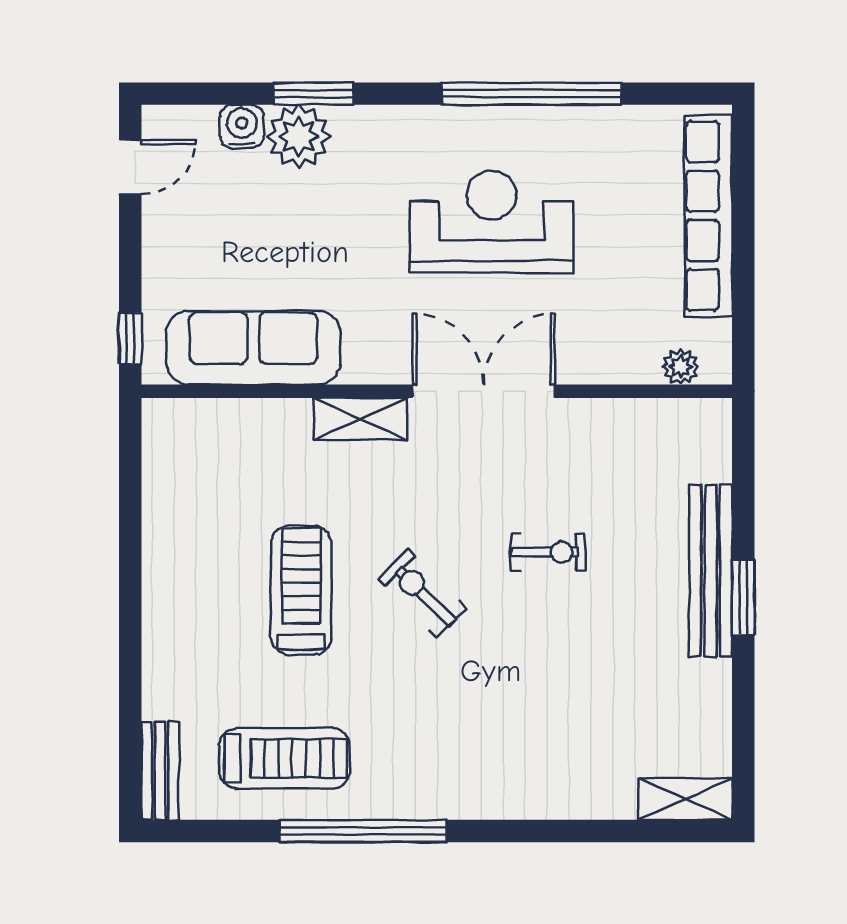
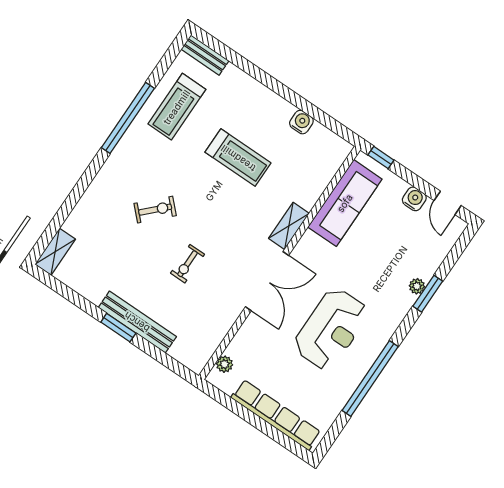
water cooler: (242, 127) -> (414, 199), moved, turned -90
plant: (299, 136) -> (417, 286), width x0.53, depth x0.53
water cooler: (163, 521) -> (301, 122), added
exercise bike: (423, 593) -> (155, 210), moved

